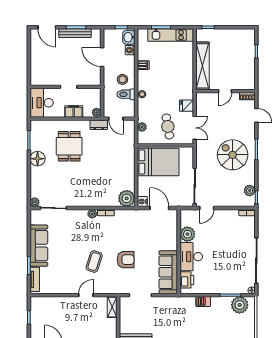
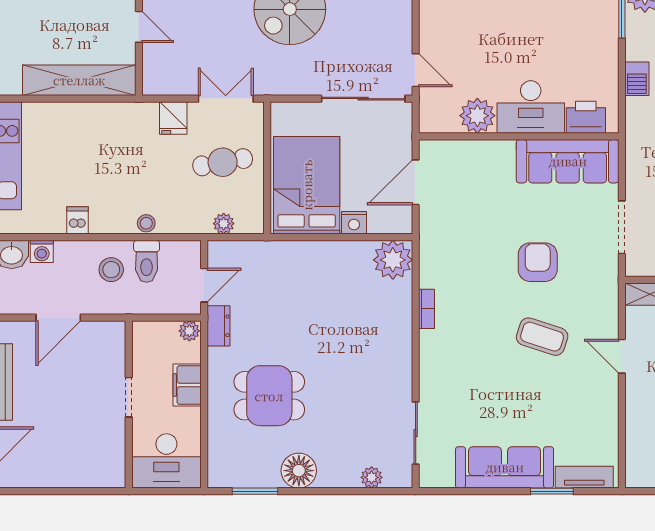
nightstand: (142, 201) -> (354, 223), moved
plant: (35, 202) -> (372, 477), moved
plant: (92, 214) -> (429, 341), removed

